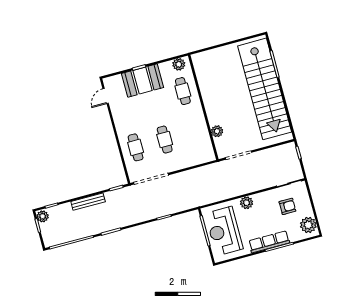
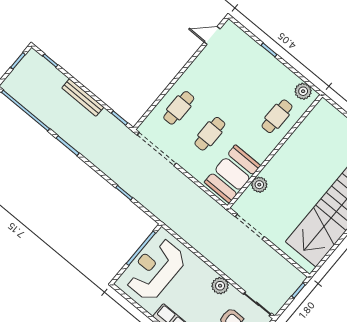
booth: (142, 81) -> (232, 174), moved, turned 90
plant: (247, 203) -> (220, 286), moved
plant: (43, 216) -> (32, 59), removed

